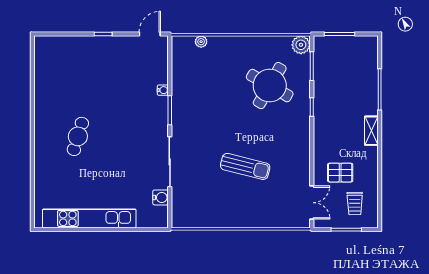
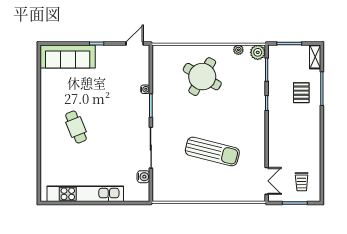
plant: (201, 42) -> (238, 50), moved
sofa: (68, 50) -> (68, 56), added
round table: (270, 86) -> (202, 77), moved
shelving: (371, 131) -> (315, 57), moved
cafe table: (78, 136) -> (76, 127), turned -39
sun lounger: (245, 166) -> (212, 151), width x1.36, depth x1.34
pallet: (340, 173) -> (301, 93), moved, turned 90

